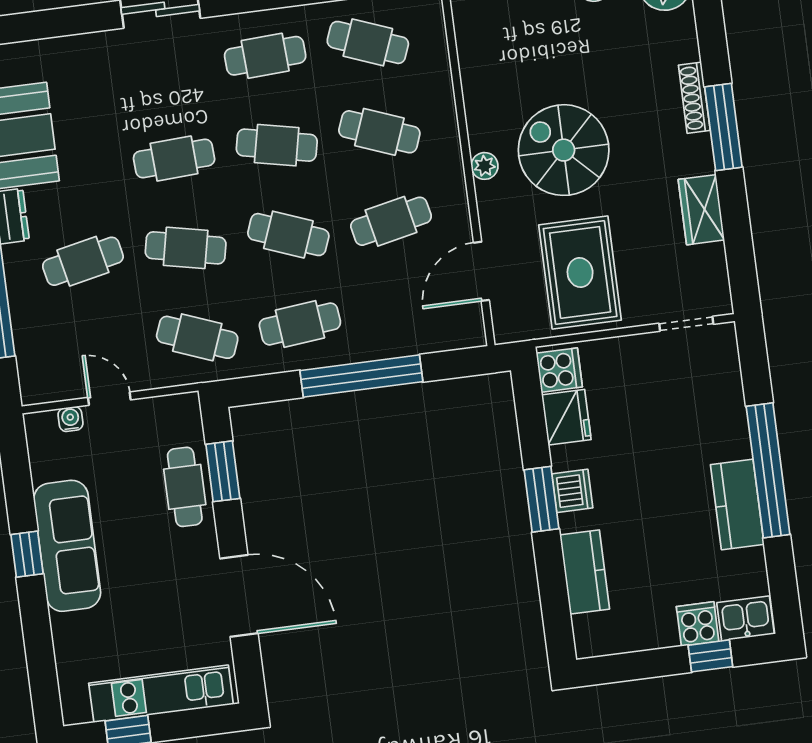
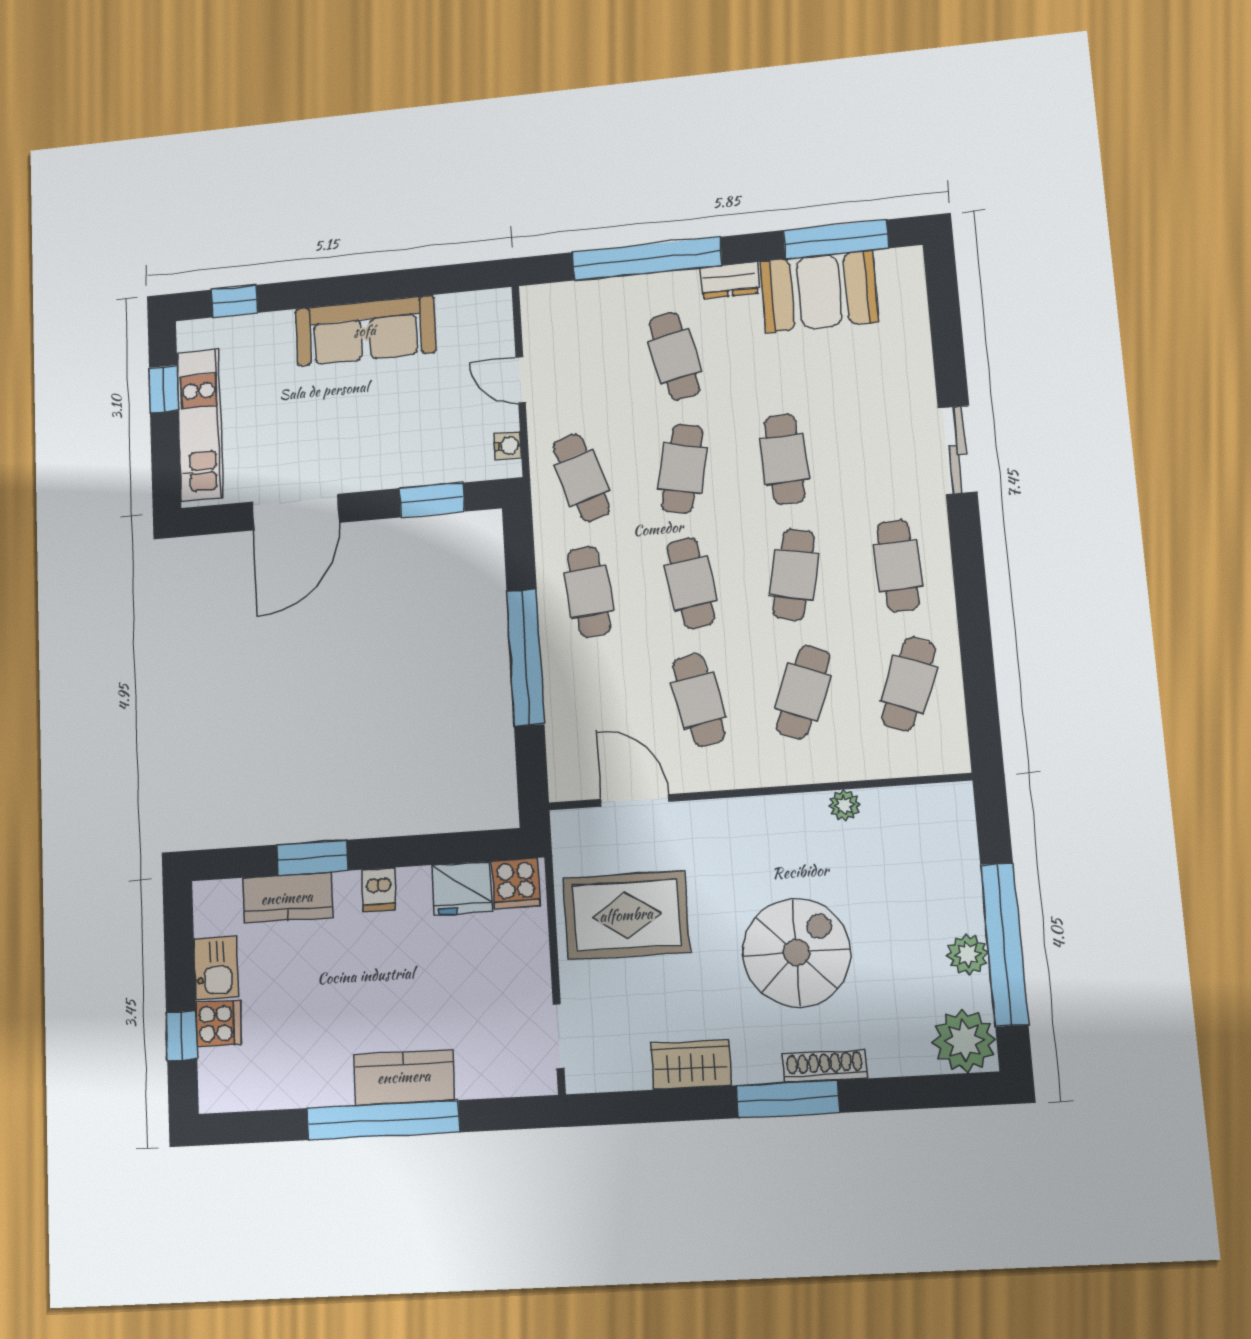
spiral stairs: (564, 150) -> (797, 953), moved
plant: (485, 166) -> (844, 805), moved
cafe table: (288, 235) -> (691, 583), turned -30
cafe table: (197, 337) -> (582, 478), turned -39
door: (109, 399) -> (521, 380), swing flipped
water cooler: (70, 419) -> (508, 445), moved
cafe table: (185, 487) -> (418, 458), removed
dishwasher: (572, 491) -> (379, 890), width x0.73
window: (541, 499) -> (312, 858), moved
kitchen counter: (737, 504) -> (404, 1077), moved
window: (27, 554) -> (235, 301), moved
kitchen sink: (746, 618) -> (216, 968), moved

